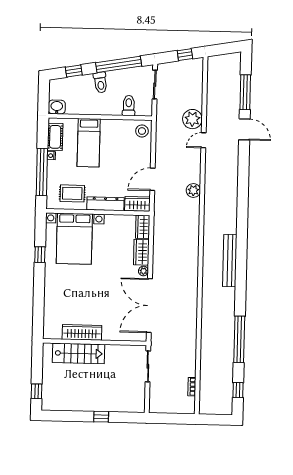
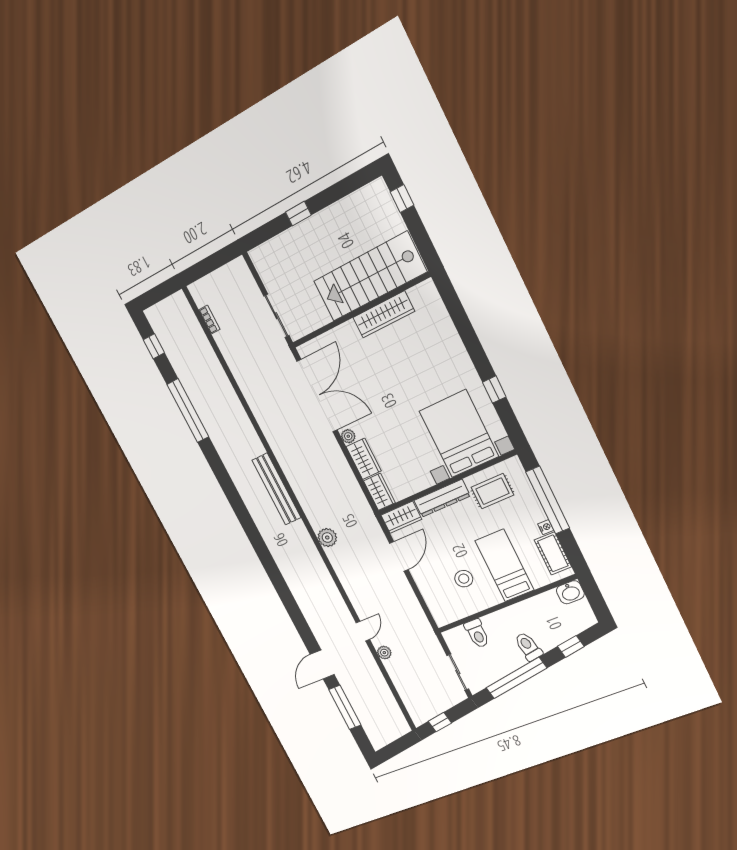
plant: (192, 119) -> (384, 653), width x0.53, depth x0.53
door: (244, 129) -> (322, 664), hinge flipped
stool: (142, 131) -> (464, 579), moved
plant: (193, 190) -> (327, 538), moved
bench: (230, 261) -> (277, 489), moved
stairs: (79, 353) -> (370, 277), width x1.36, depth x1.51

